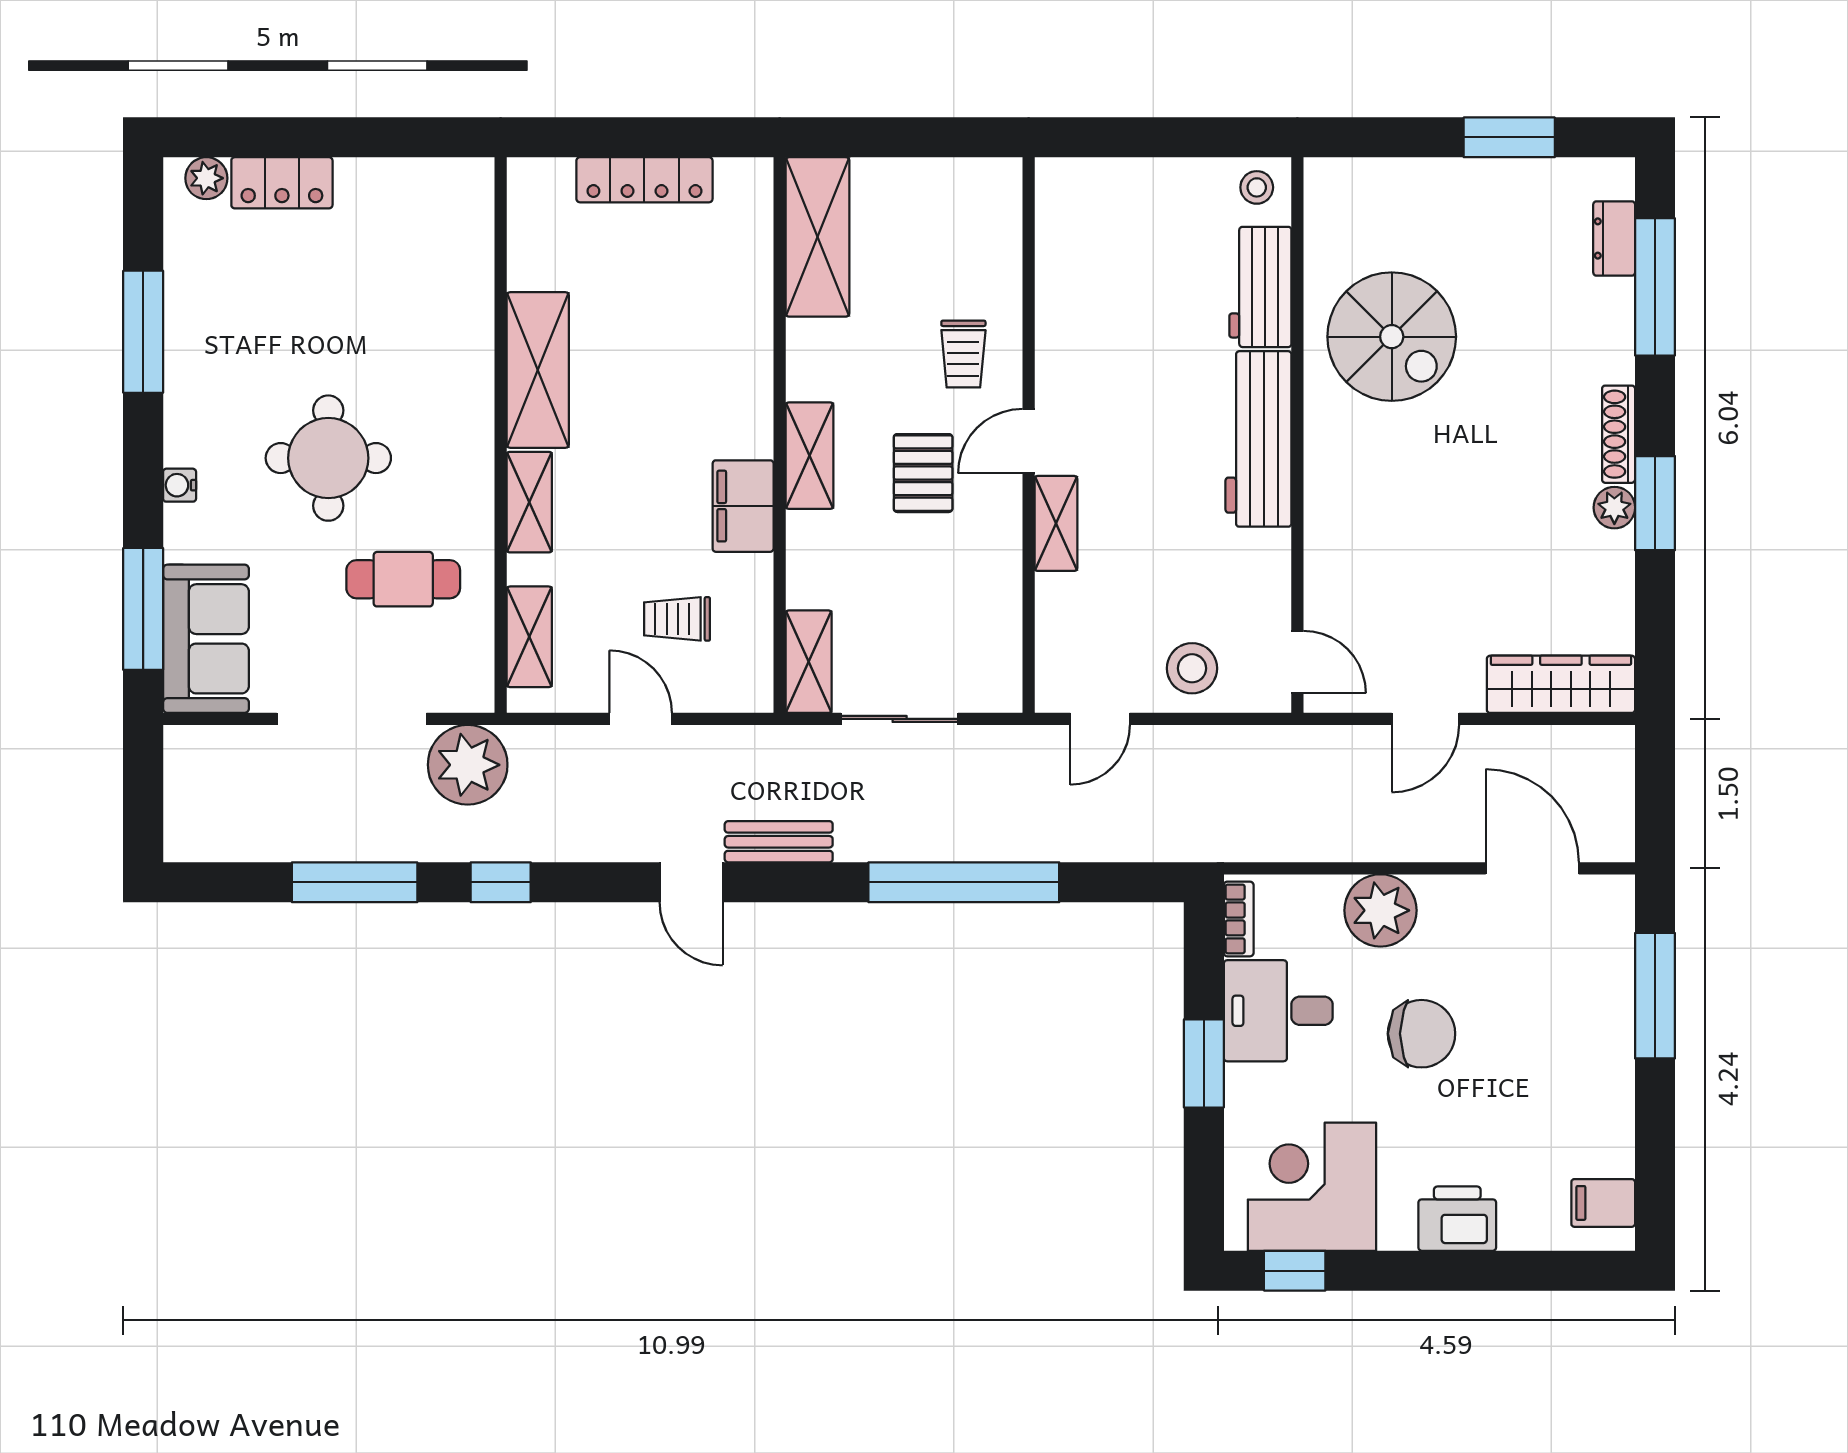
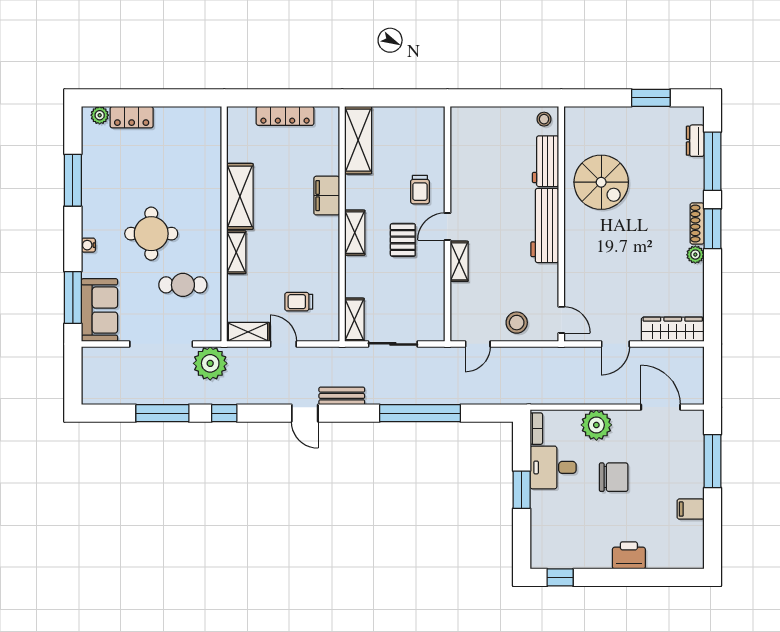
window: (1655, 503) -> (713, 229), moved
filing cabinet: (743, 506) -> (327, 196), moved
shelving: (529, 637) -> (248, 332), moved, turned 90
corner desk: (1312, 1187) -> (567, 542), removed
filing cabinet: (1603, 1203) -> (691, 509), moved

